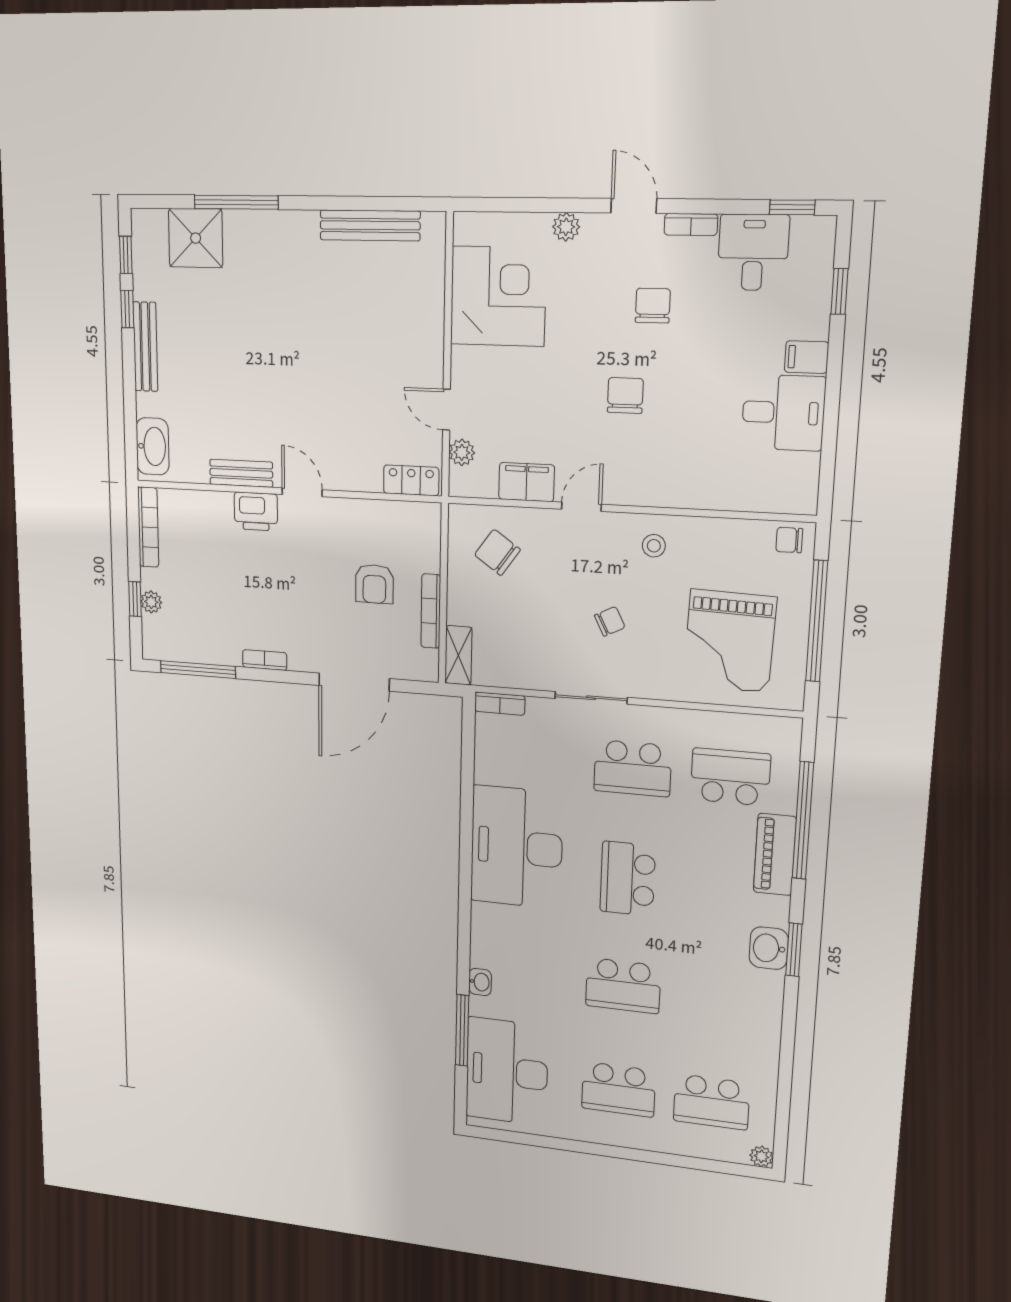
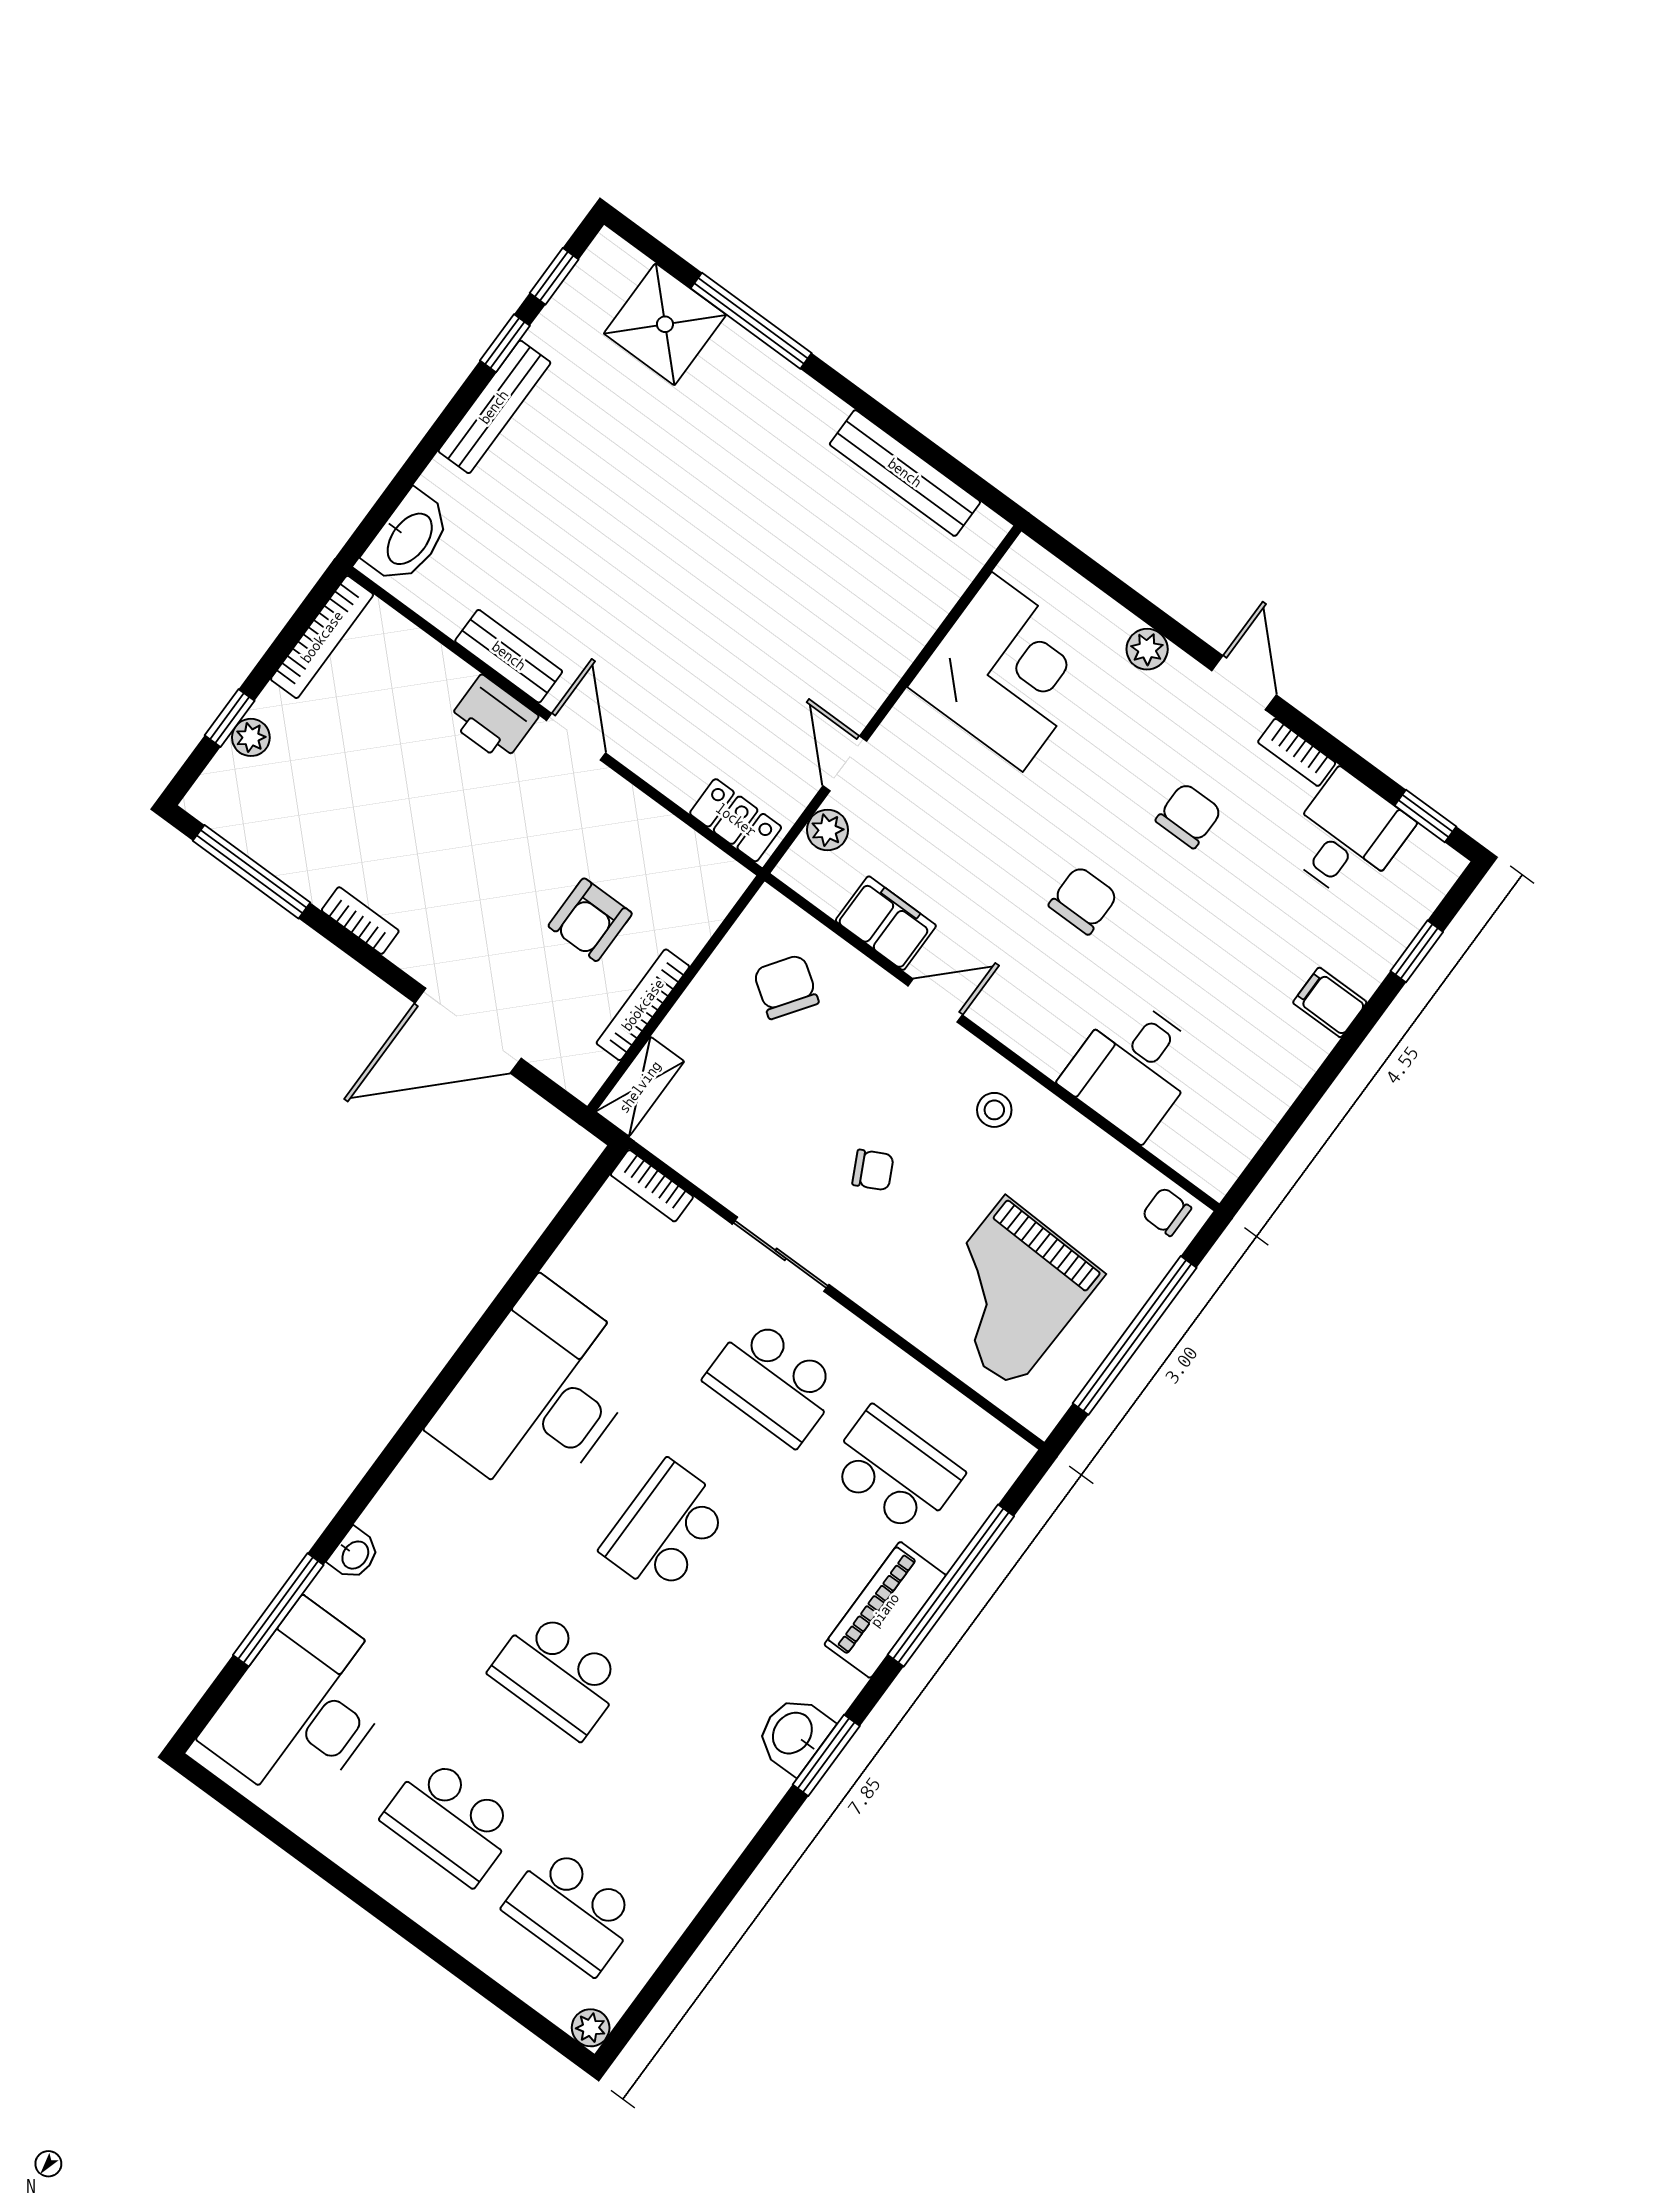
desk: (783, 413) -> (1133, 1068), moved, turned 90

